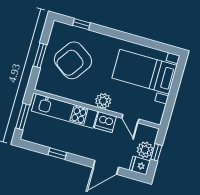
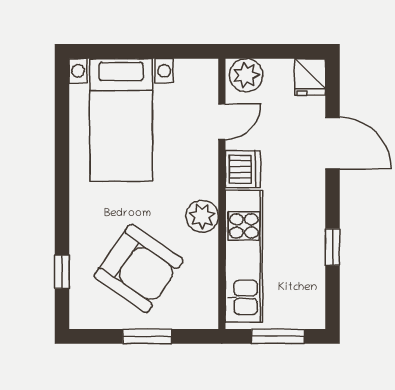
plant: (103, 101) -> (202, 216), moved
plant: (145, 150) -> (246, 75), moved
window: (156, 152) -> (274, 51), removed

